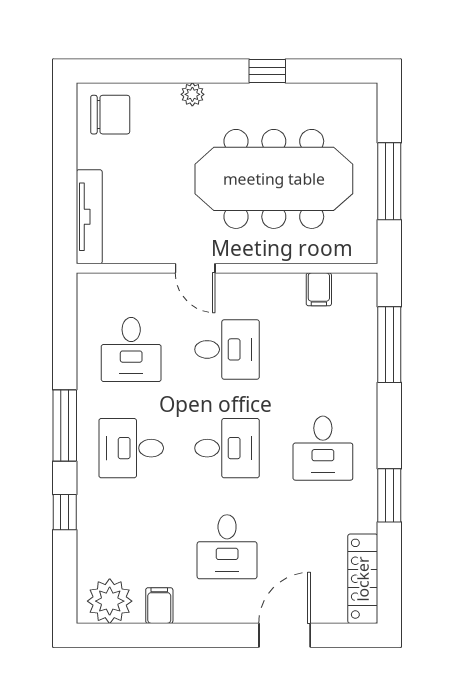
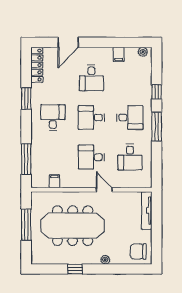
desk: (131, 349) -> (130, 157), turned 180
desk: (227, 547) -> (91, 78), turned 180
plant: (110, 601) -> (143, 52), width x0.53, depth x0.53

